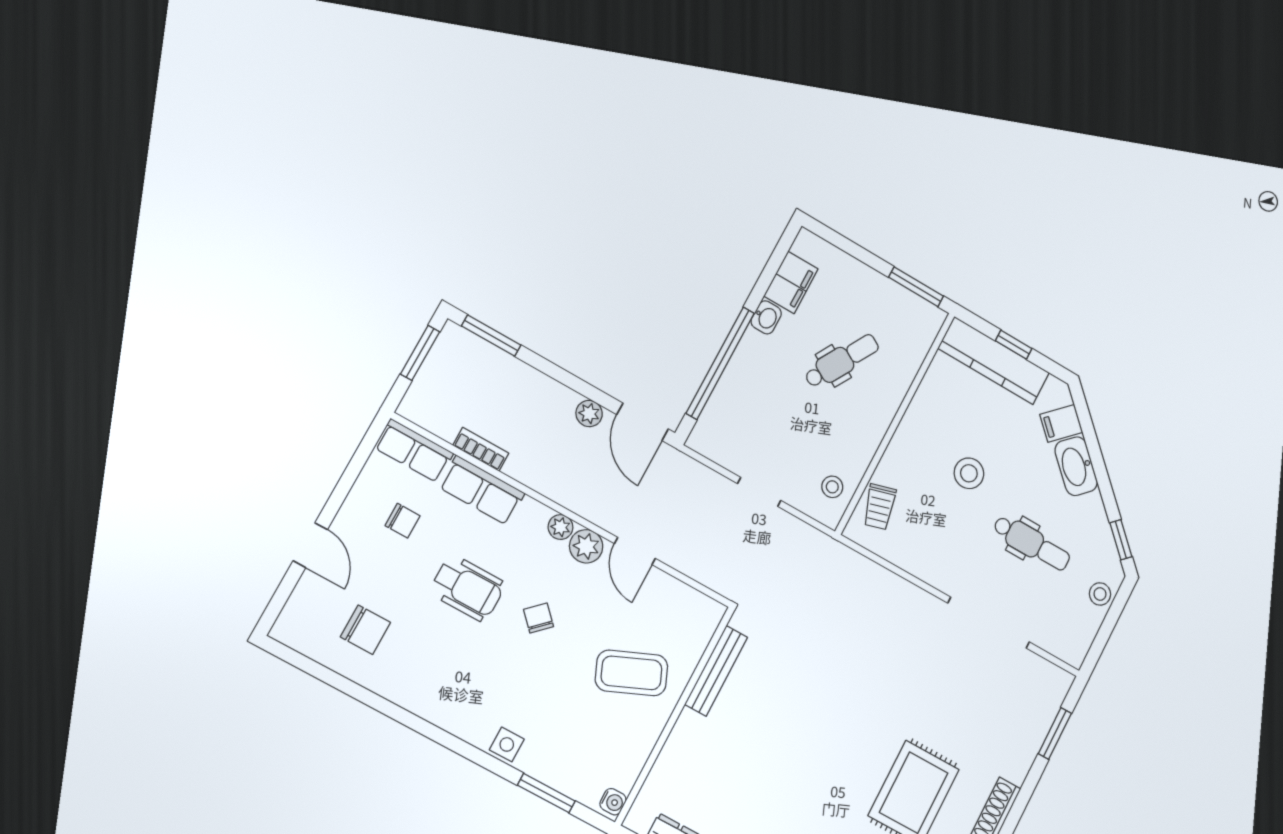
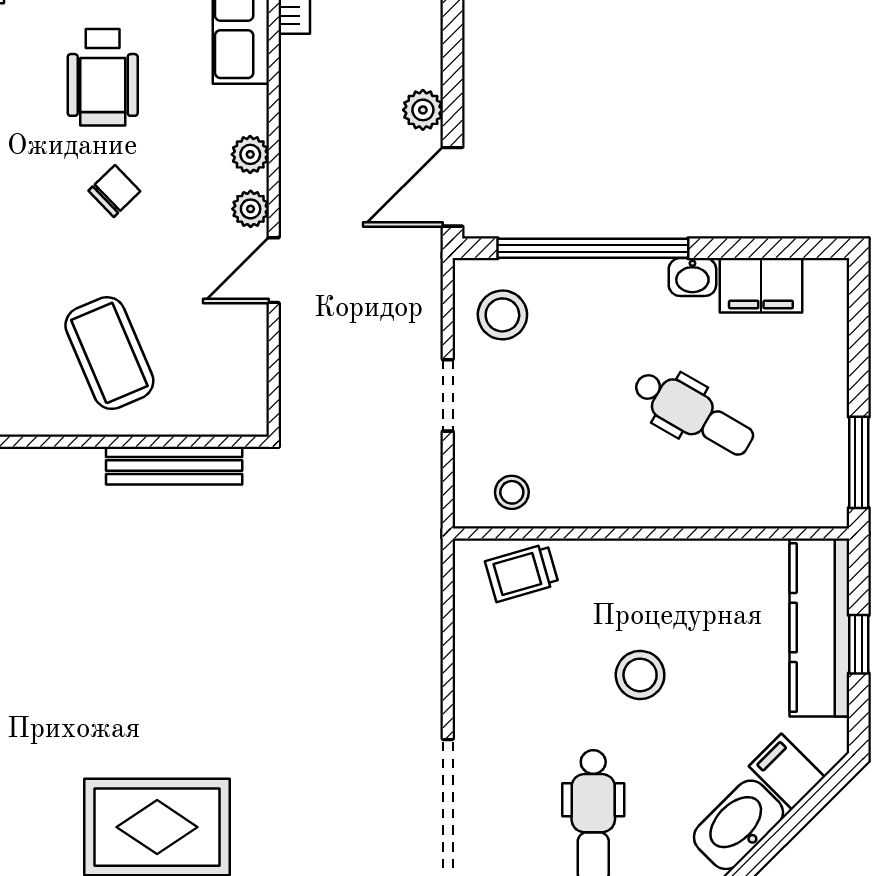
stool: (730, 435) -> (502, 315), added
plant: (586, 546) -> (251, 209), width x0.73, depth x0.73

